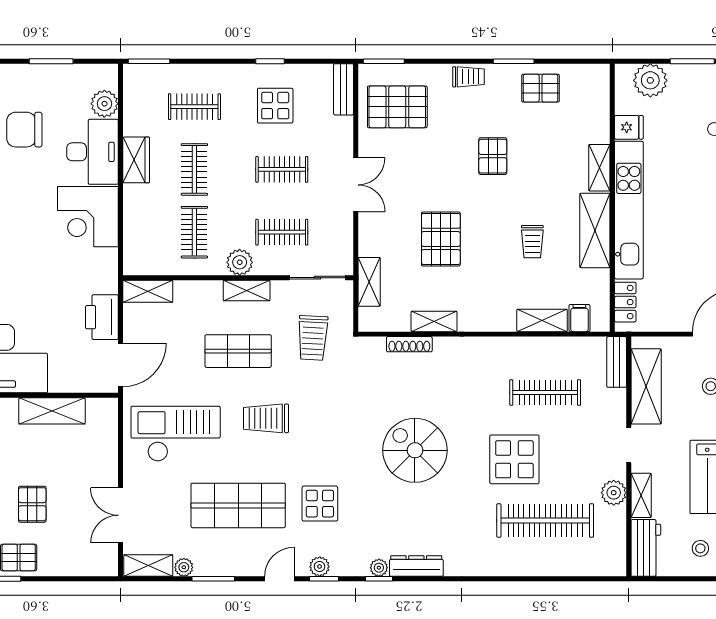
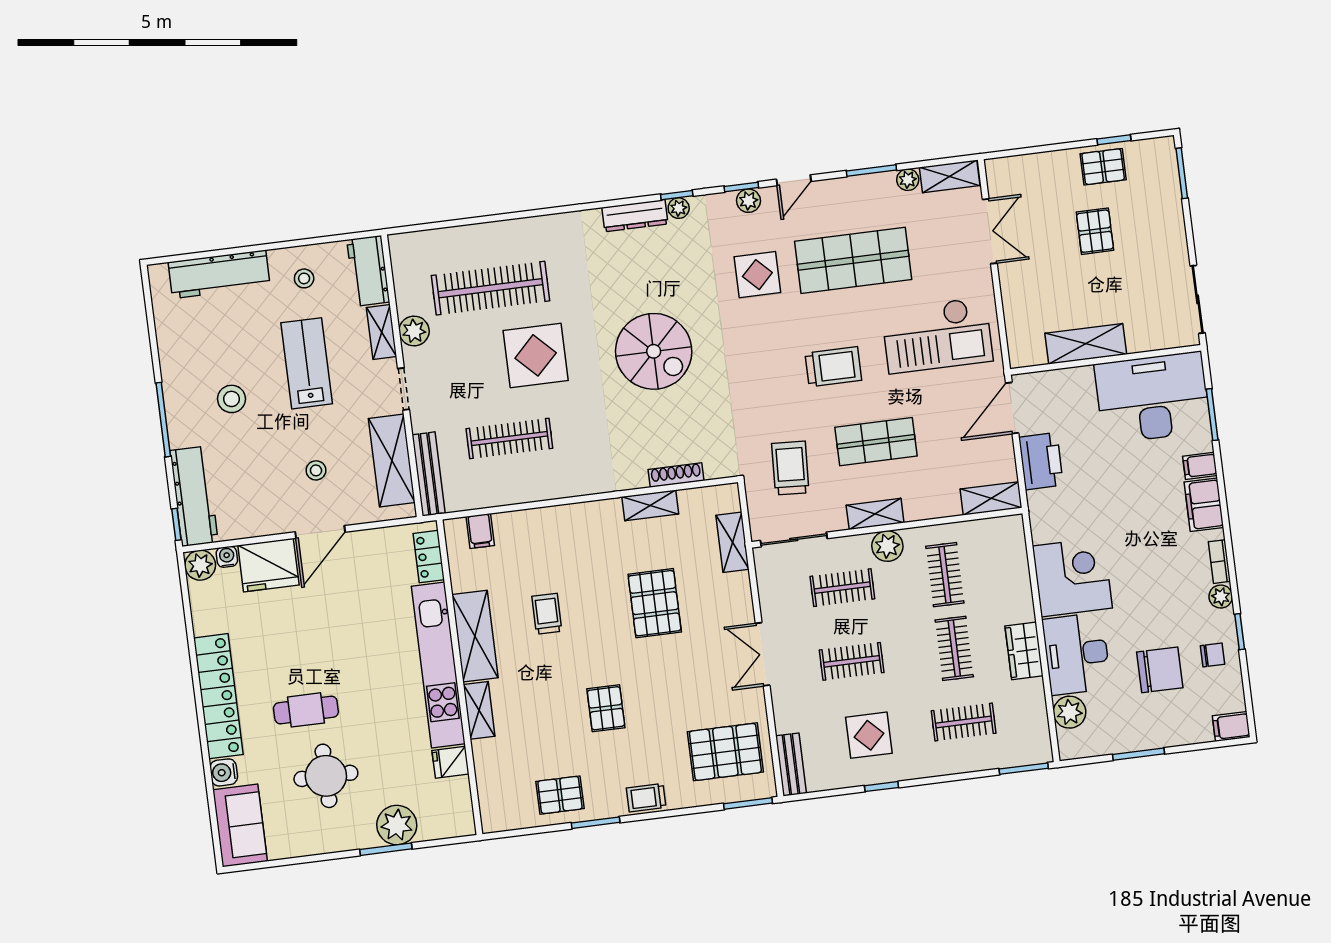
plant: (650, 80) -> (397, 825), moved
shelving: (542, 320) -> (524, 523), removed
bench: (617, 362) -> (429, 474), width x1.36

